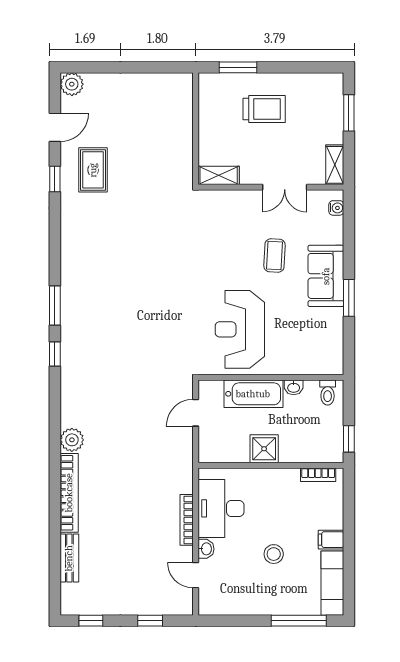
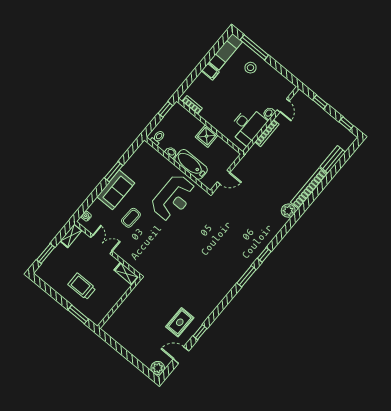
stool: (274, 554) -> (250, 68), moved

